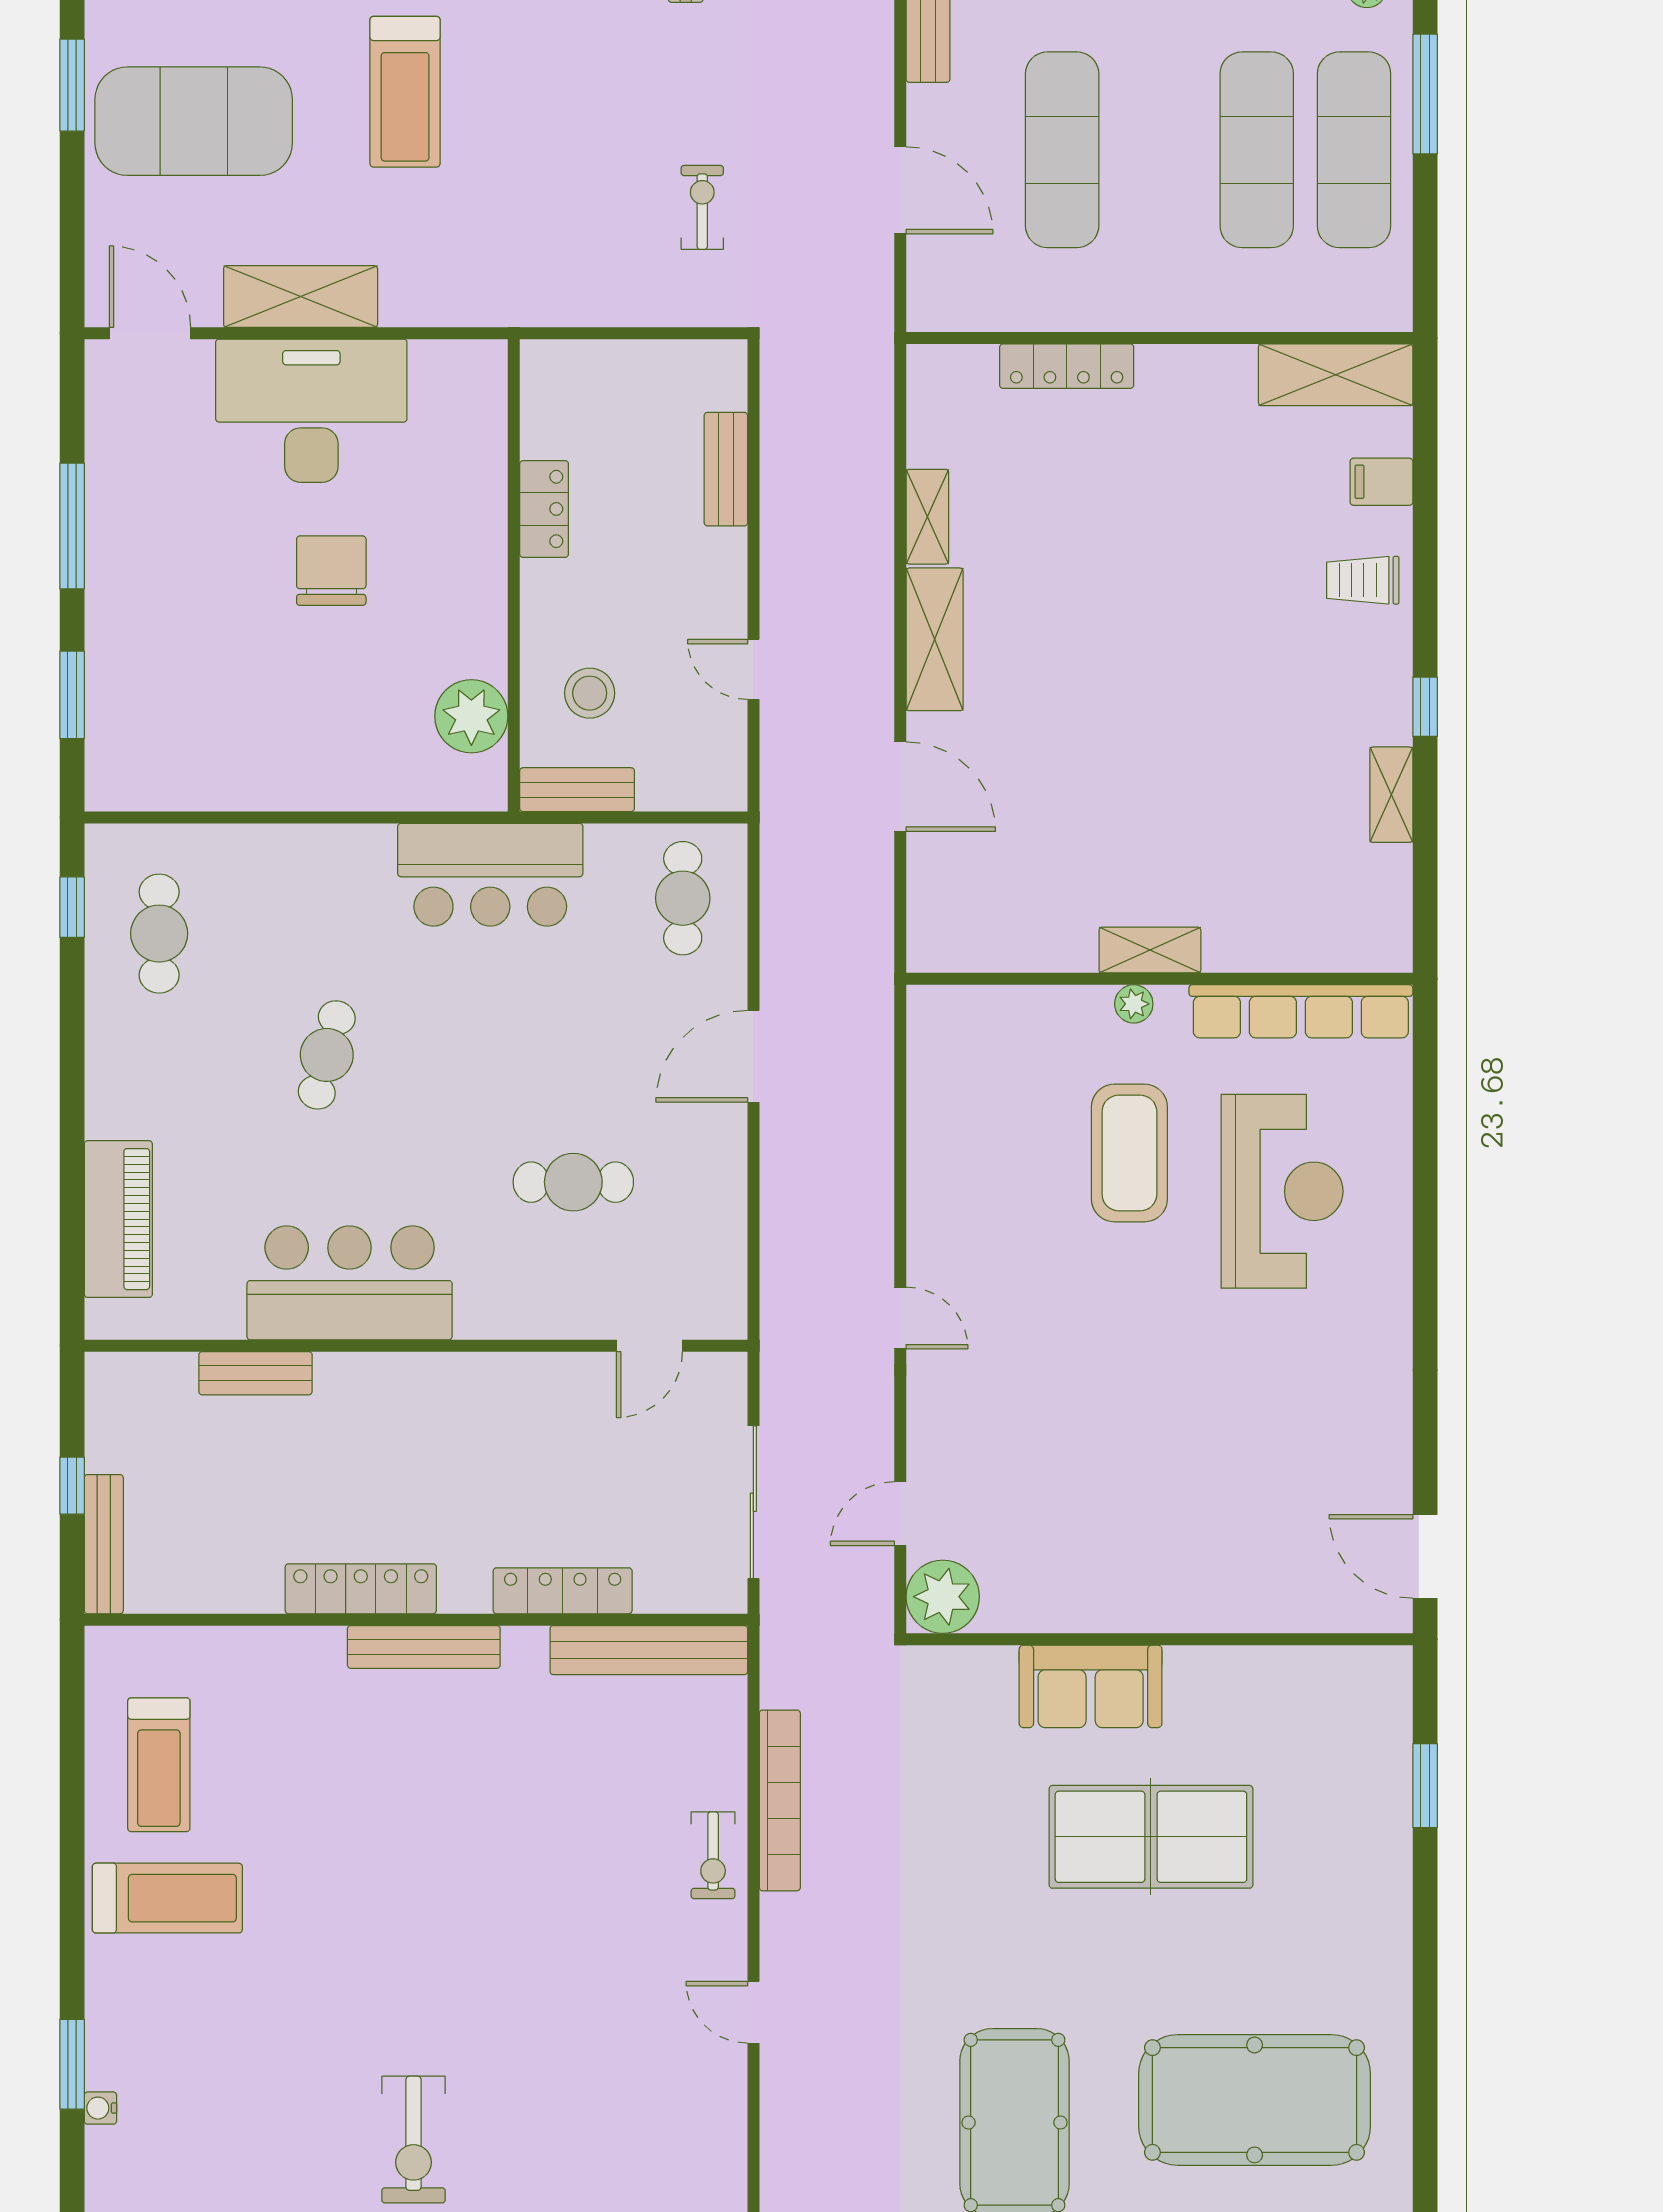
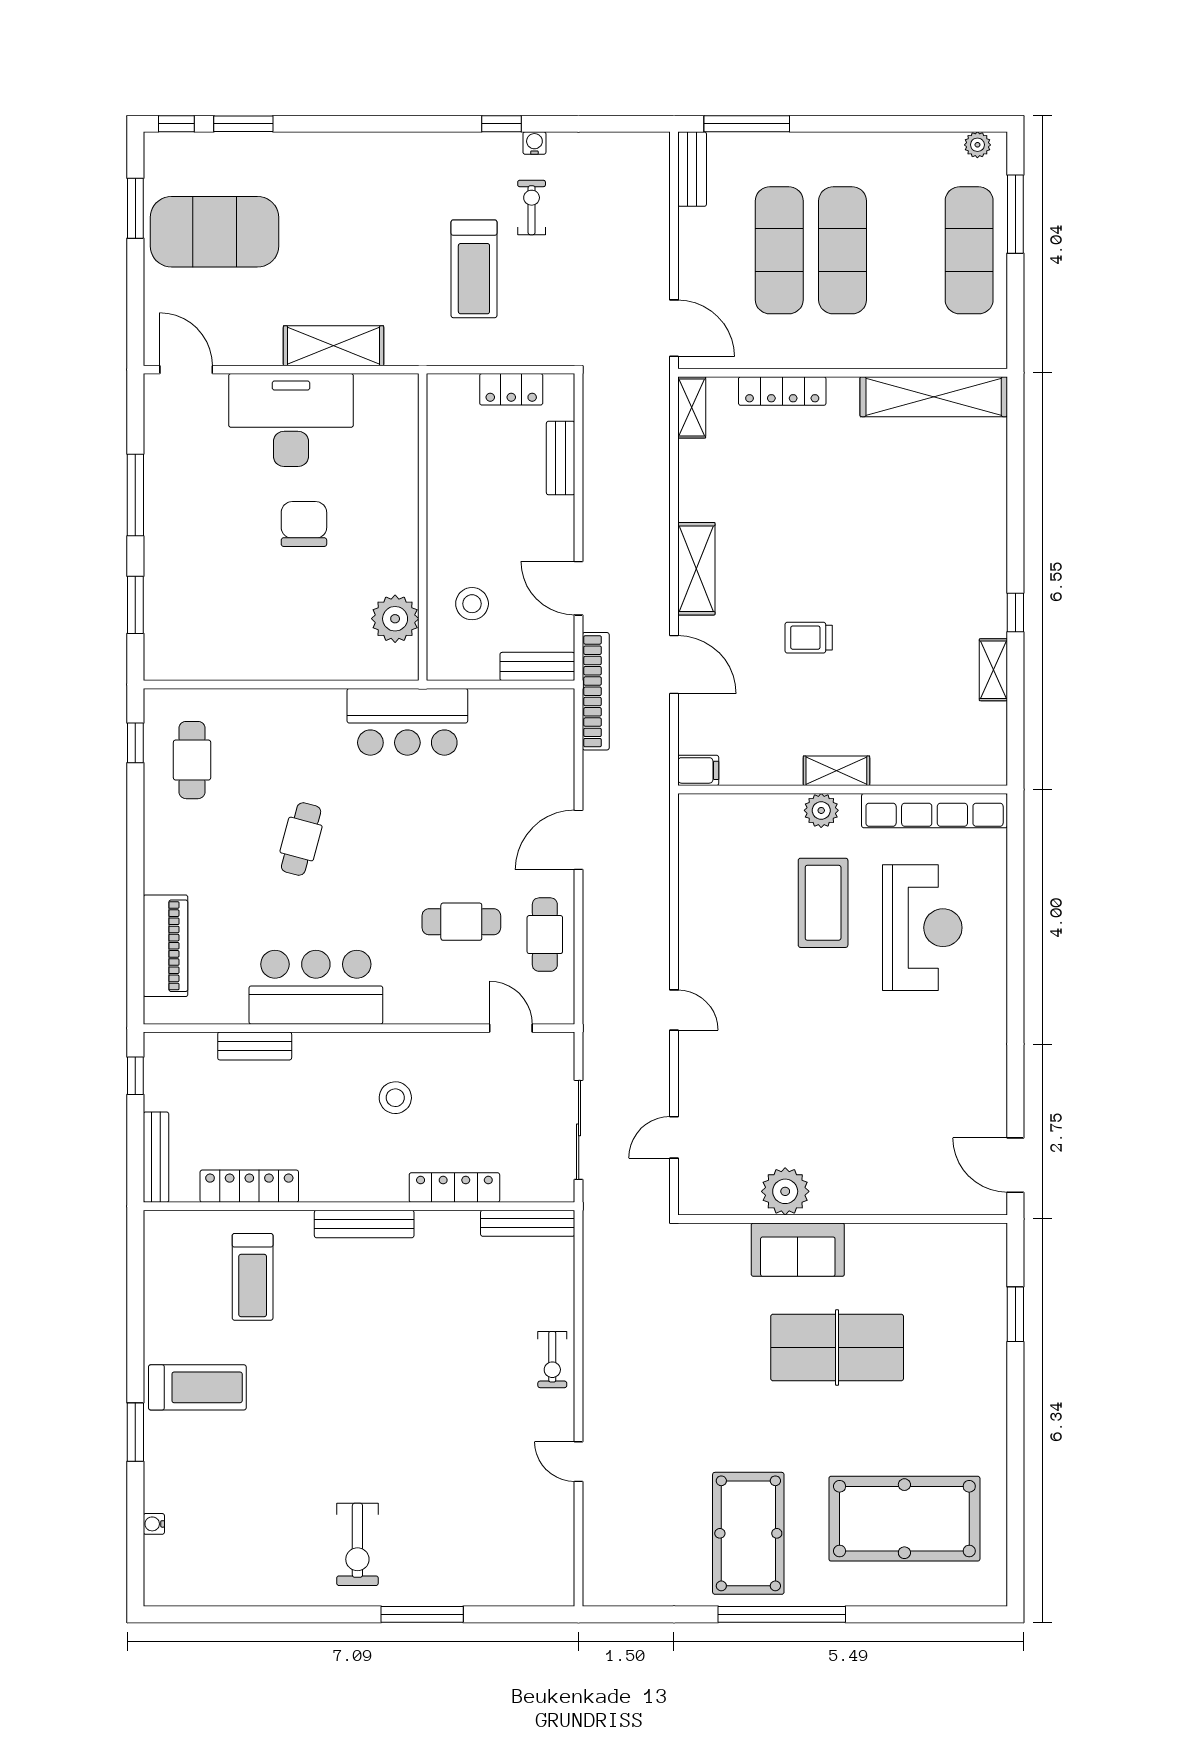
treadmill: (405, 92) -> (474, 269), moved
exercise mat: (1257, 150) -> (843, 250), moved
door: (900, 190) -> (674, 328), moved
exercise bike: (702, 207) -> (532, 207), moved
shelving: (301, 297) -> (334, 346), moved
shelving: (1336, 375) -> (934, 397), width x1.47
filing cabinet: (1381, 482) -> (698, 770), moved, turned 180
locker: (544, 509) -> (511, 389), moved, turned 90
shelving: (927, 517) -> (692, 407), moved
trolley: (1363, 580) -> (809, 638), moved
door: (753, 669) -> (579, 588), width x1.38
bench: (577, 790) -> (537, 666), moved
cafe table: (683, 898) -> (545, 935), moved
plant: (1134, 1004) -> (821, 810), width x1.38, depth x1.38
door: (649, 1346) -> (511, 1028), swing flipped
stool: (472, 1453) -> (395, 1098), added
window: (72, 1486) -> (135, 1076), moved
locker: (361, 1589) -> (249, 1186), moved
plant: (943, 1597) -> (785, 1191), moved
bench: (649, 1650) -> (528, 1223), width x0.73, depth x0.82
treadmill: (159, 1765) -> (253, 1277), moved
bookcase: (780, 1800) -> (596, 691), moved
window: (72, 2064) -> (135, 1432), moved

